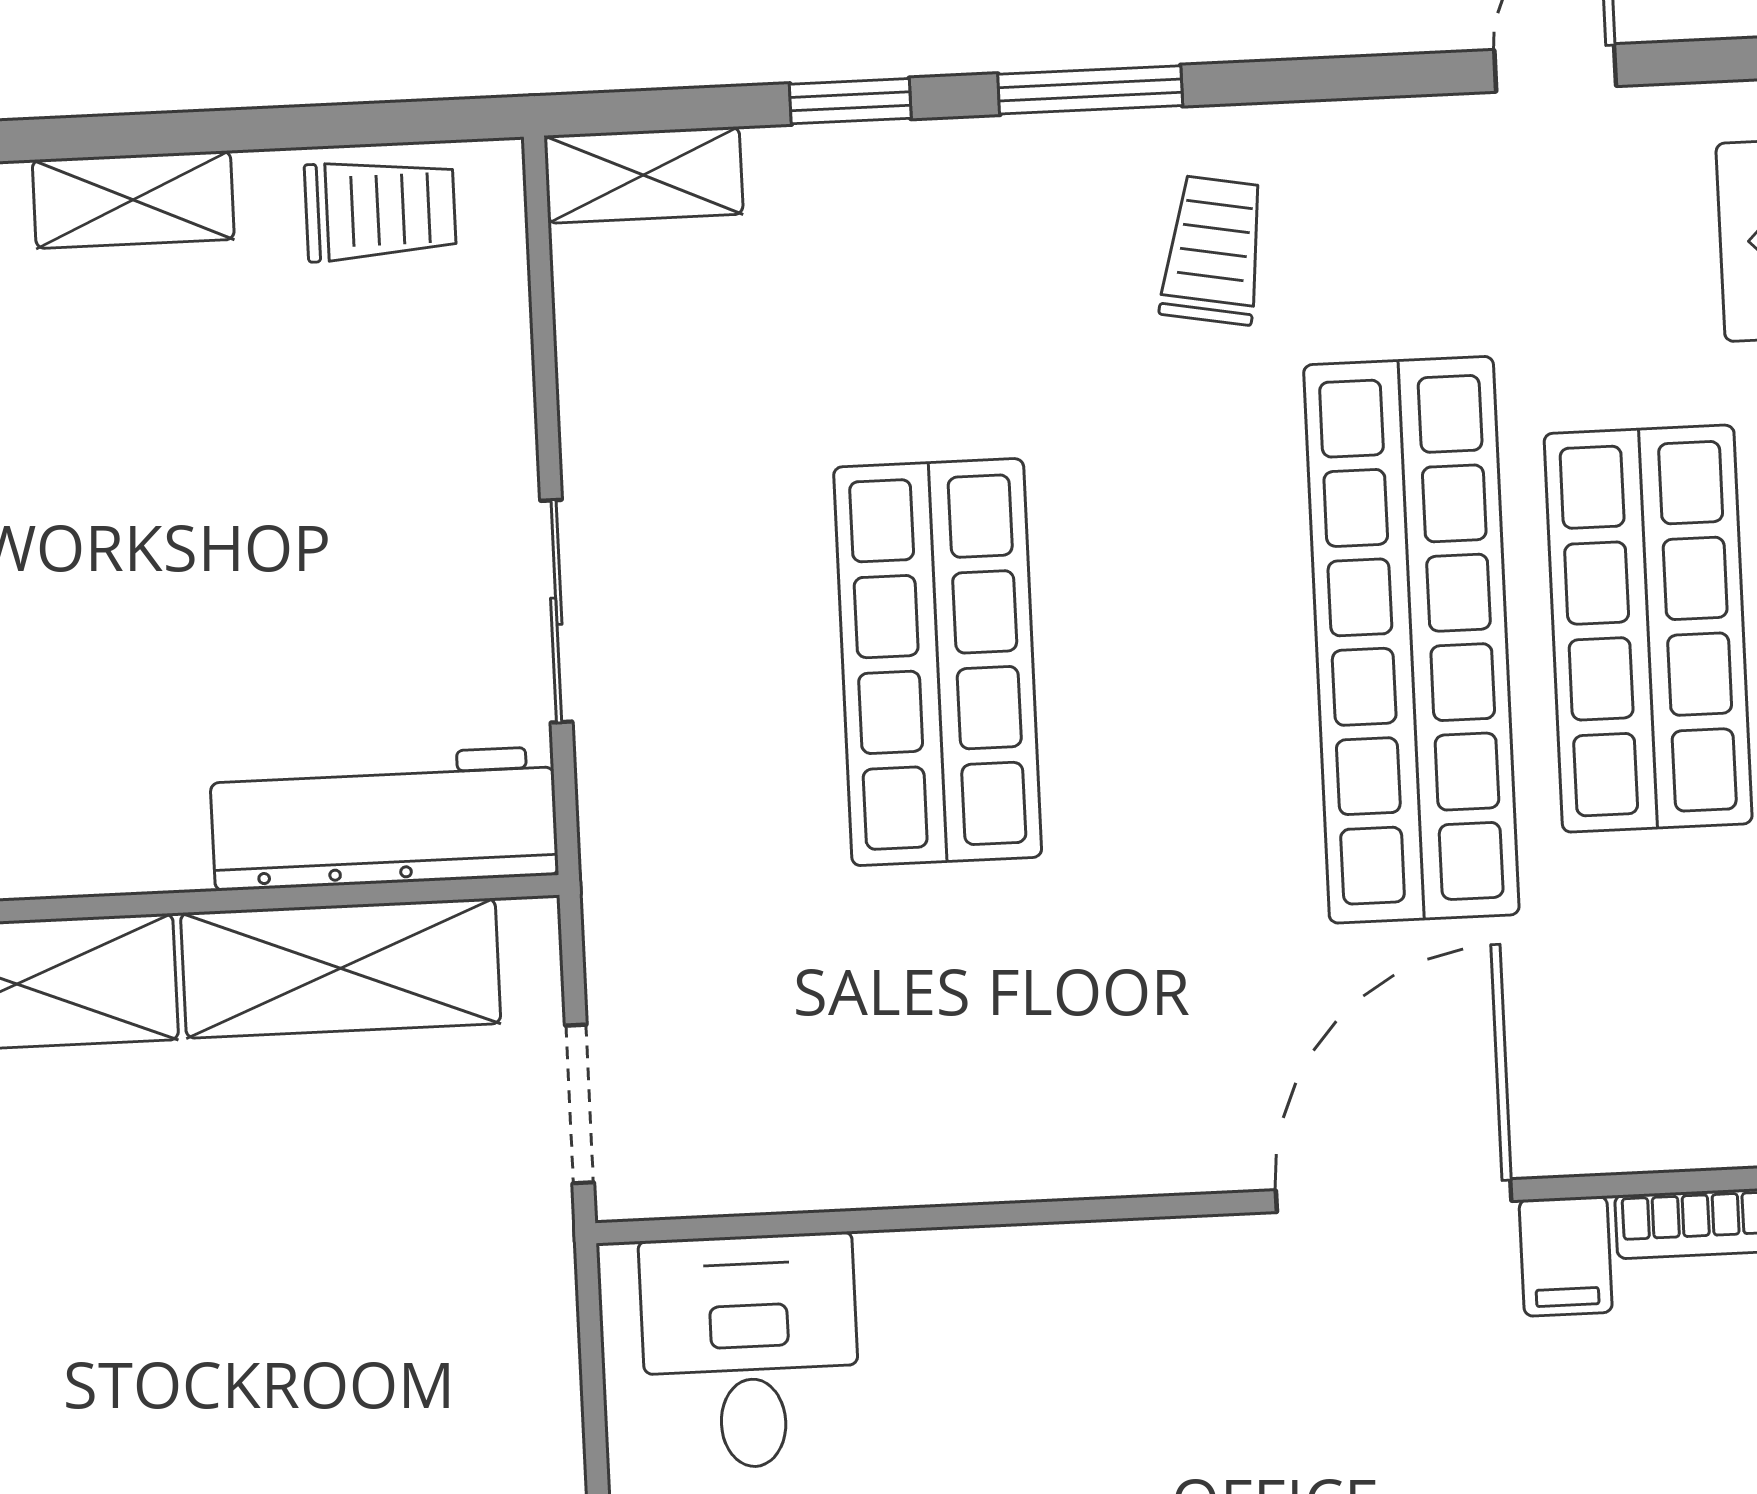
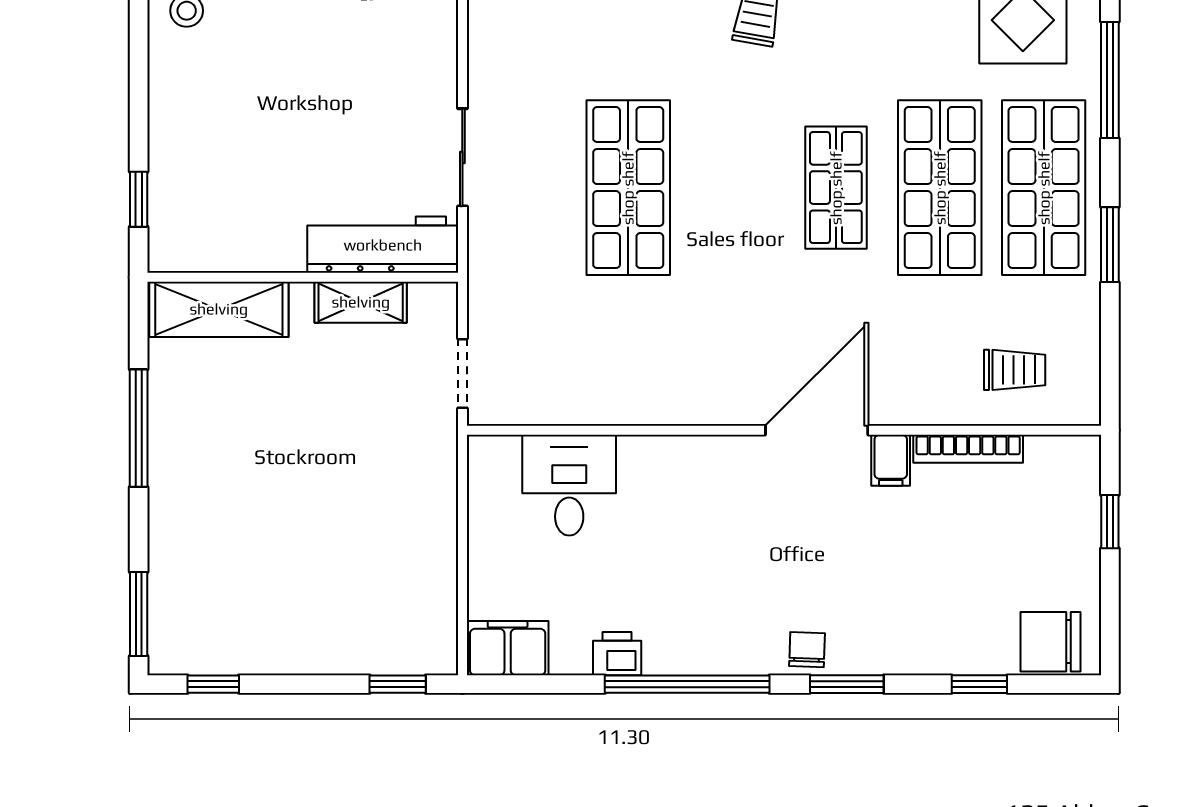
shop shelf: (1411, 640) -> (836, 188), width x0.50, depth x0.74
shelving: (341, 968) -> (361, 302), width x0.67, depth x0.75
desk: (750, 1351) -> (569, 485), moved

